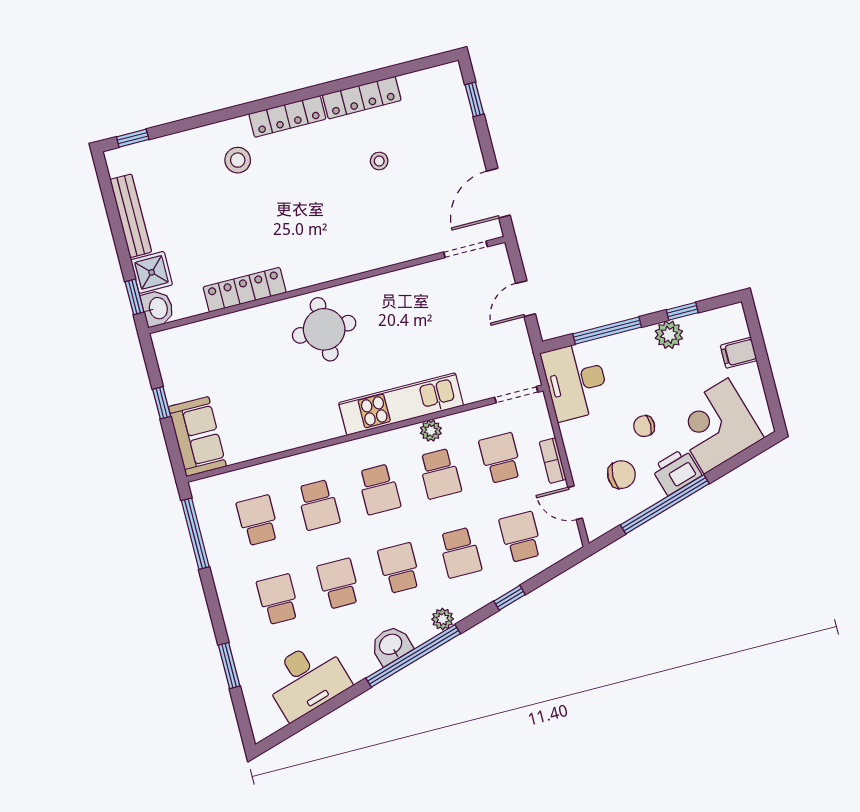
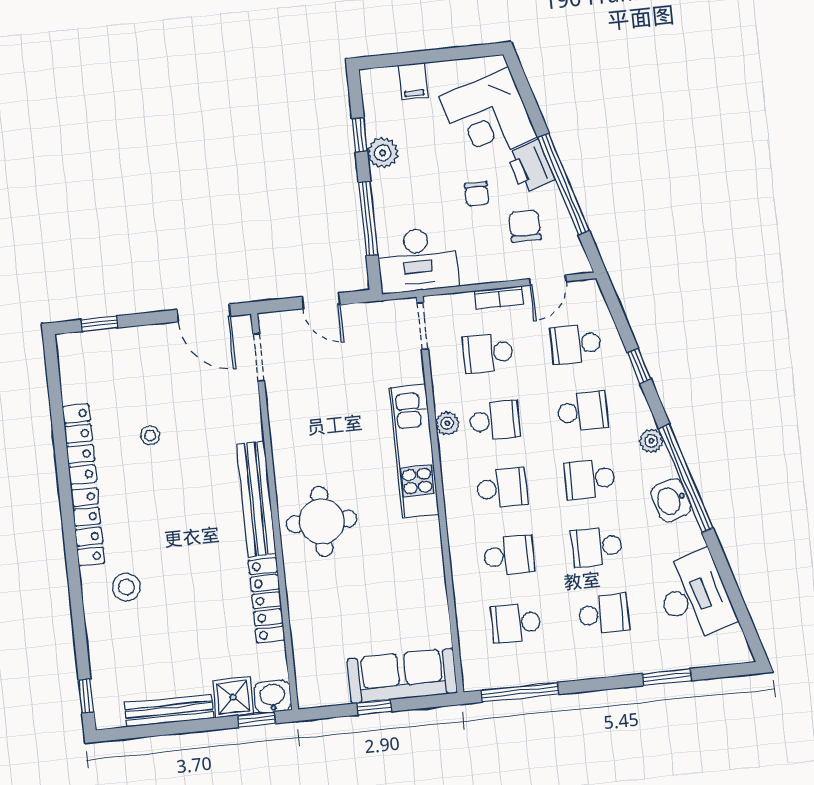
bench: (336, 267) -> (256, 499), added
sofa: (197, 437) -> (402, 676), width x1.36
school desk: (278, 599) -> (604, 614), turned 180

